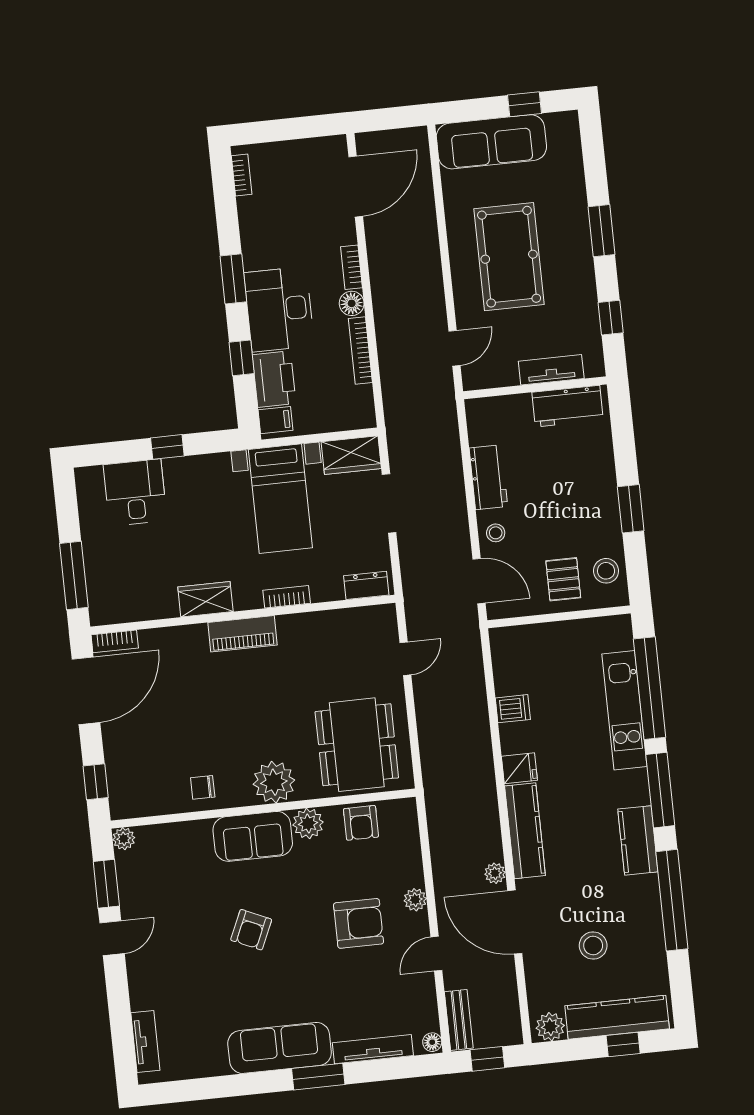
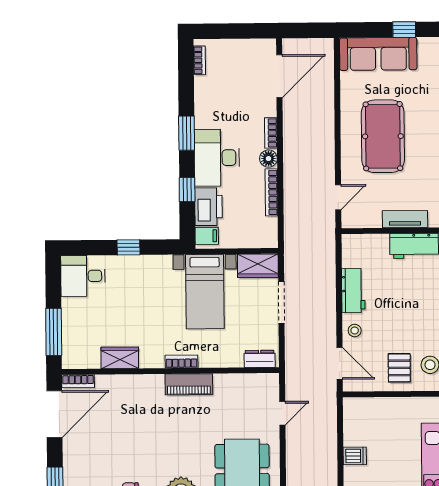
desk: (135, 492) -> (83, 276), moved, turned -90
bookcase: (287, 597) -> (181, 362), moved
wardrobe: (205, 599) -> (120, 358), moved
piano: (242, 634) -> (189, 384), moved

